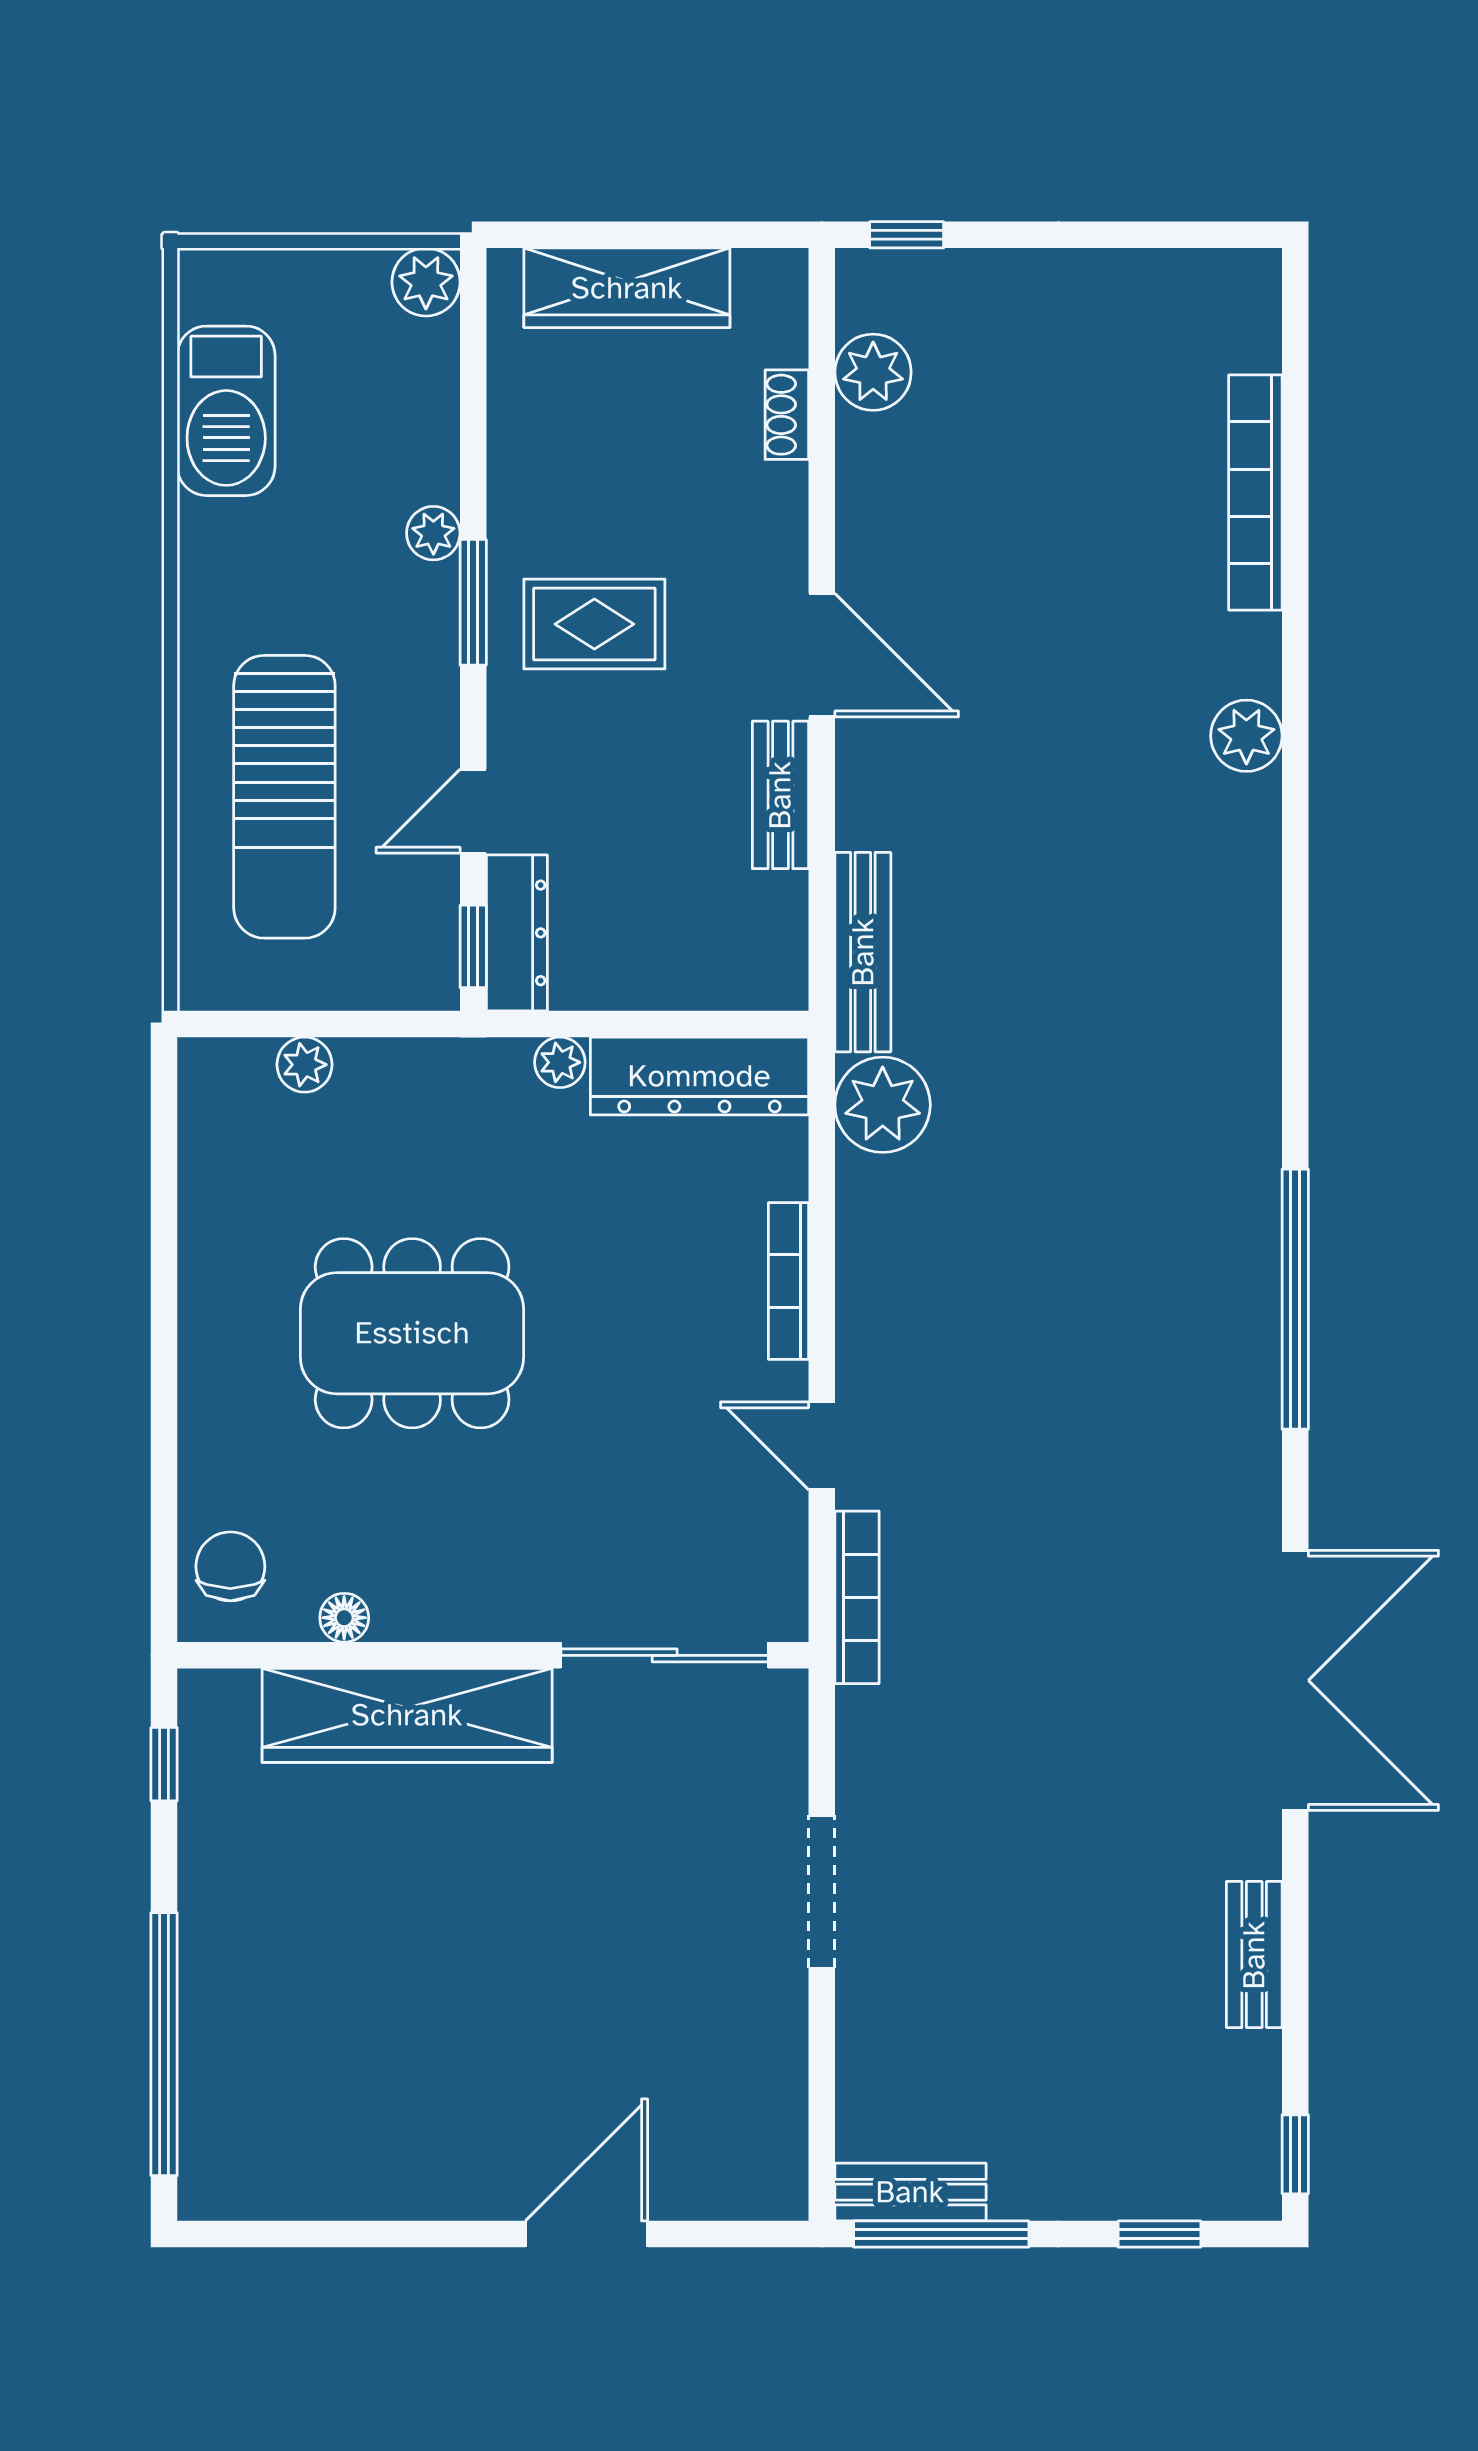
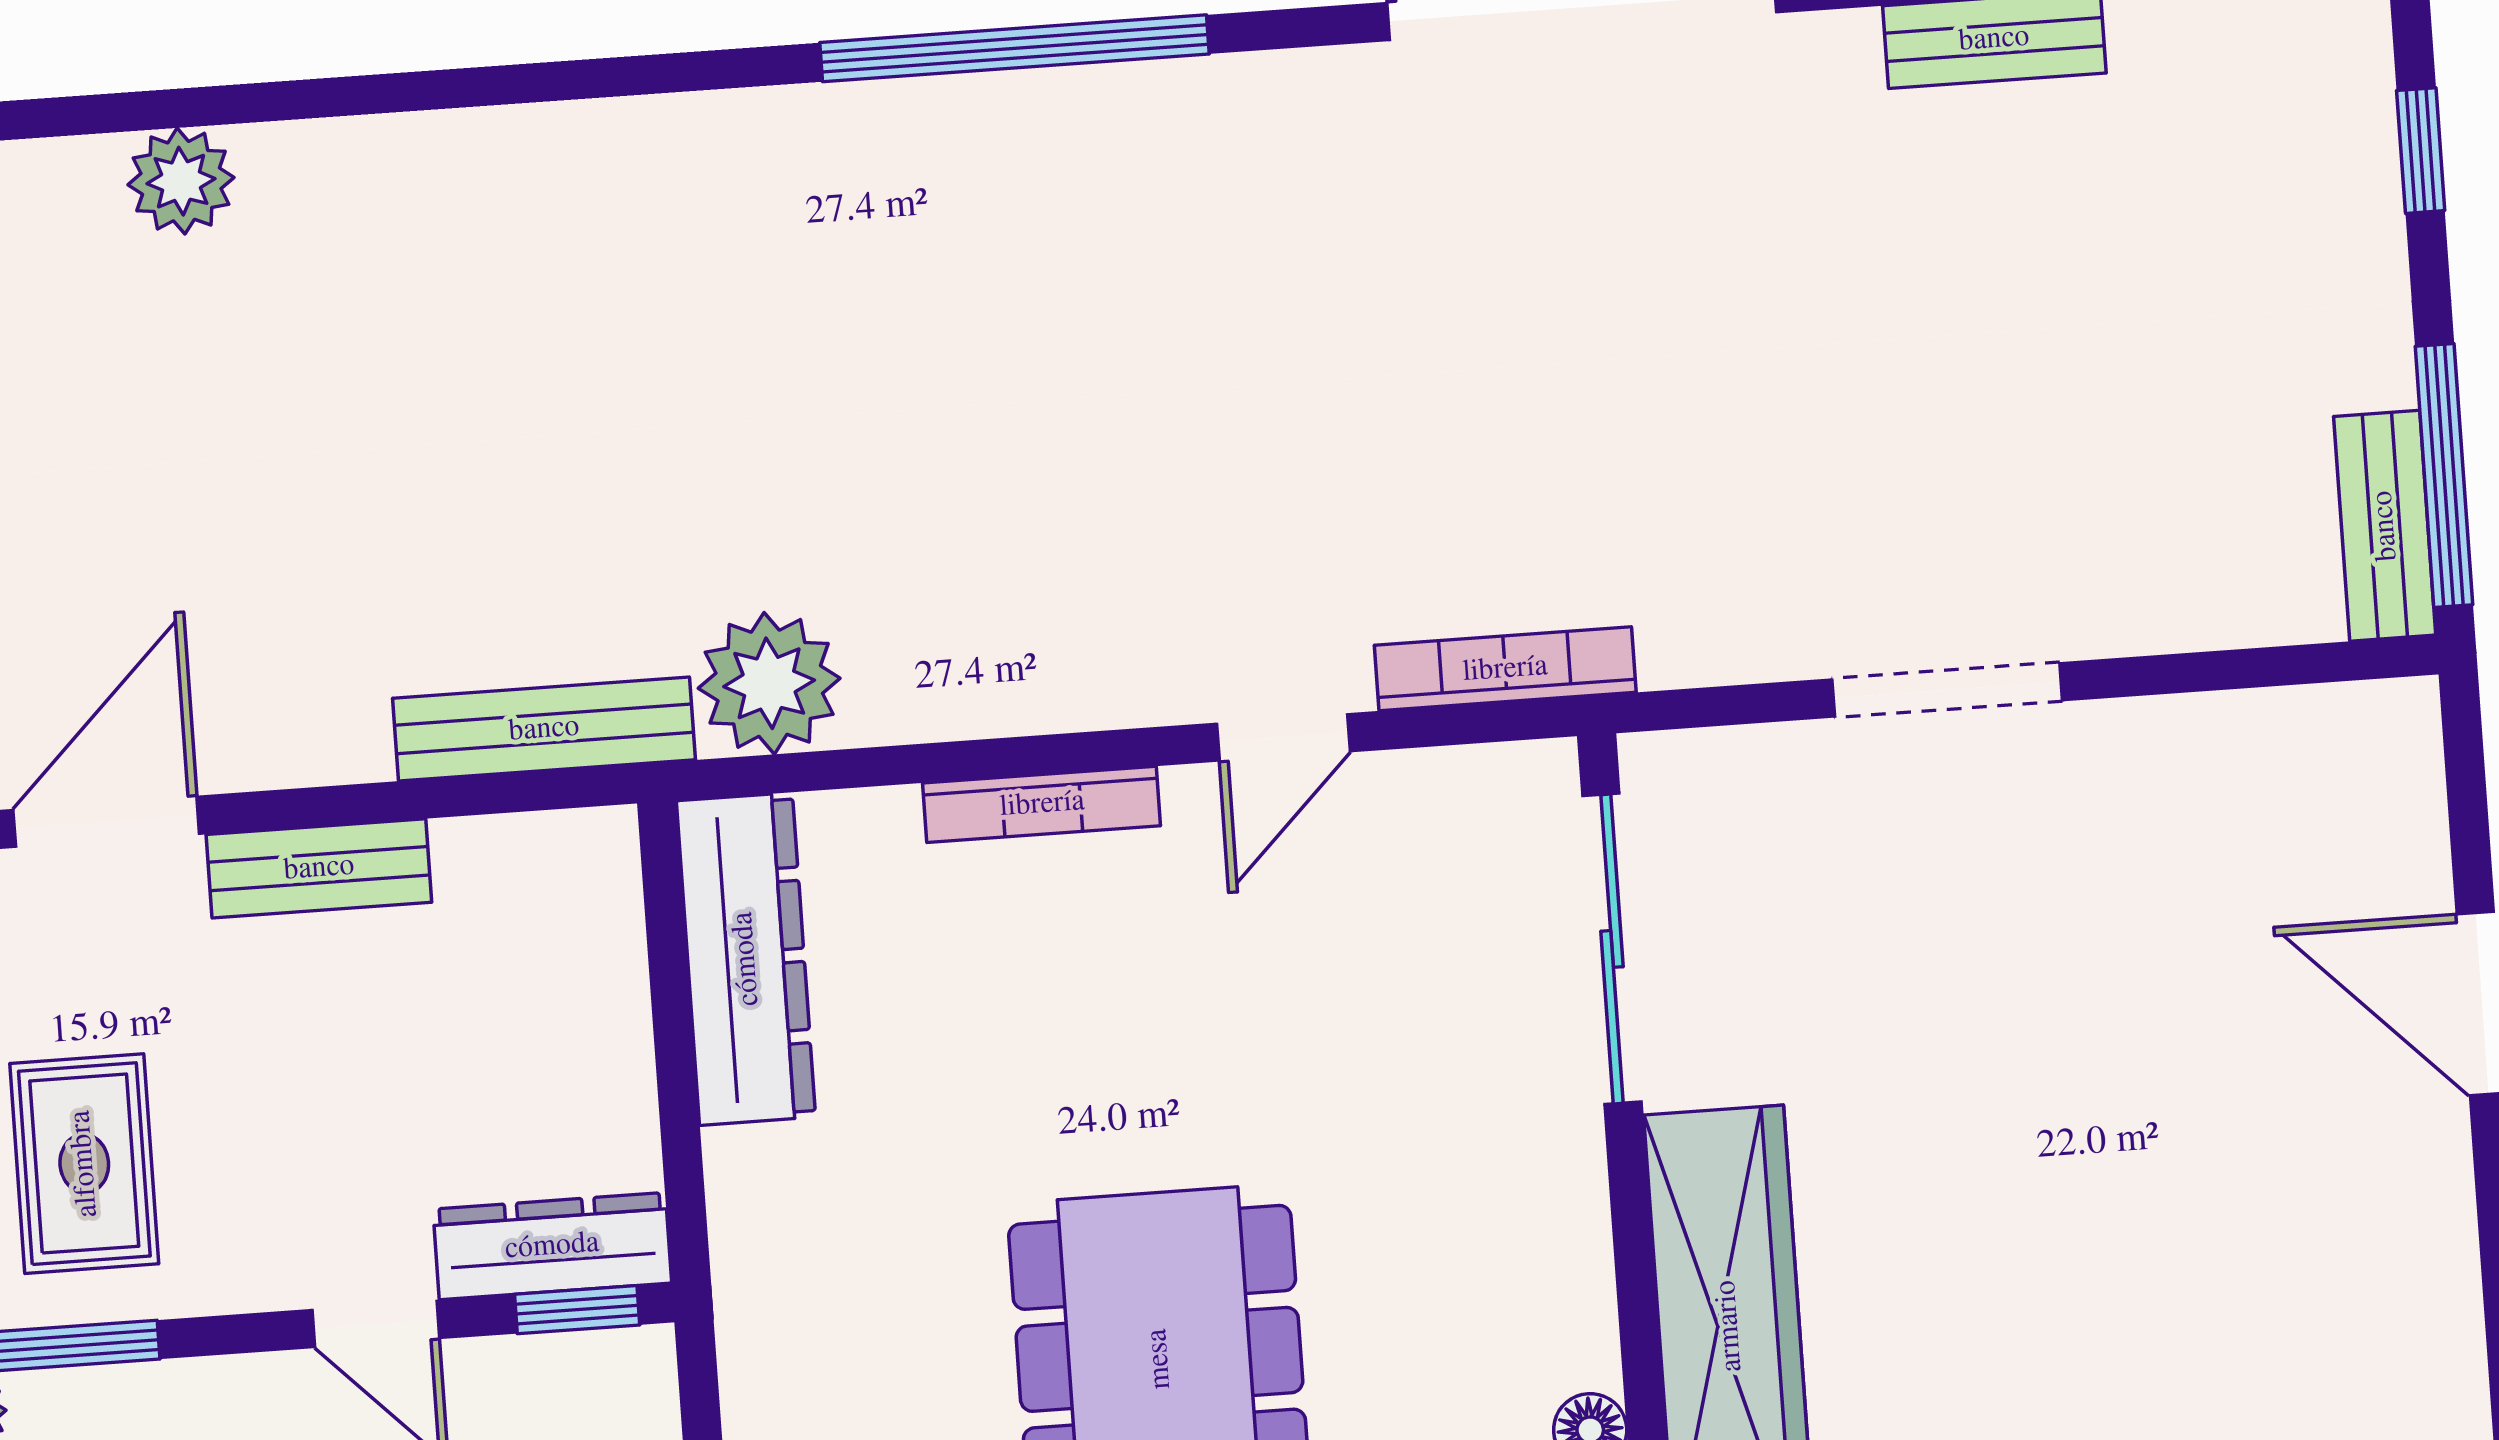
plant: (560, 1062) -> (740, 1168), removed

